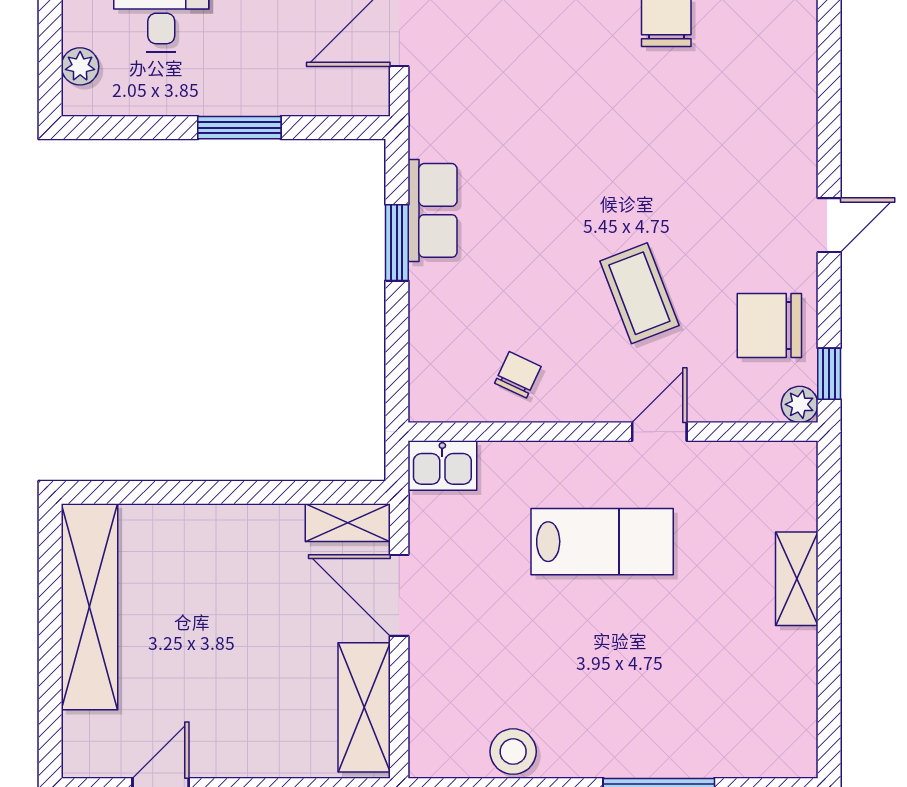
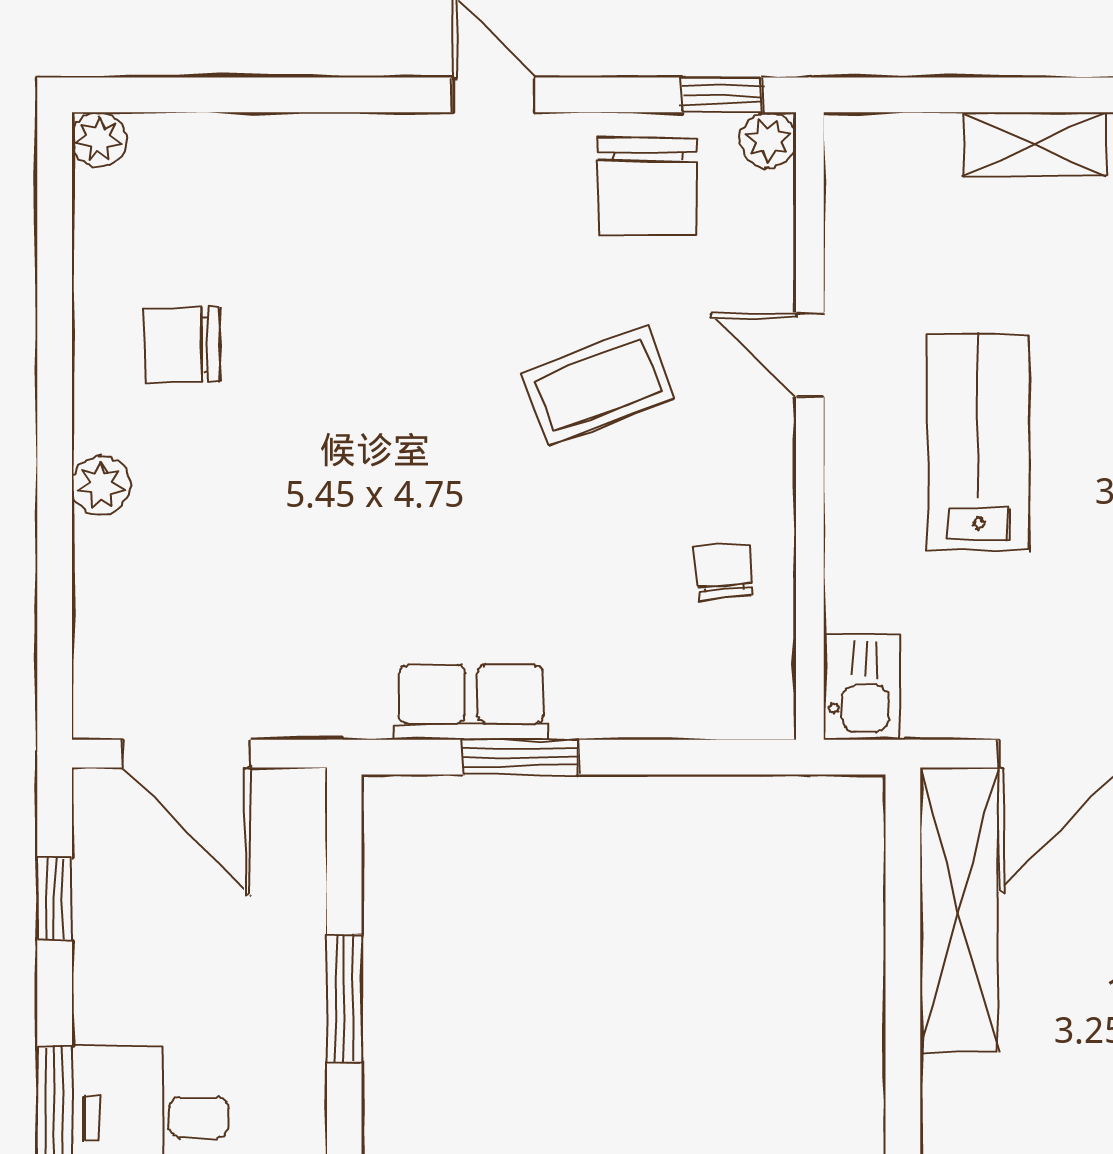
chair: (518, 375) -> (723, 572), turned 59
shelving: (348, 523) -> (959, 910), width x2.20, depth x1.33

